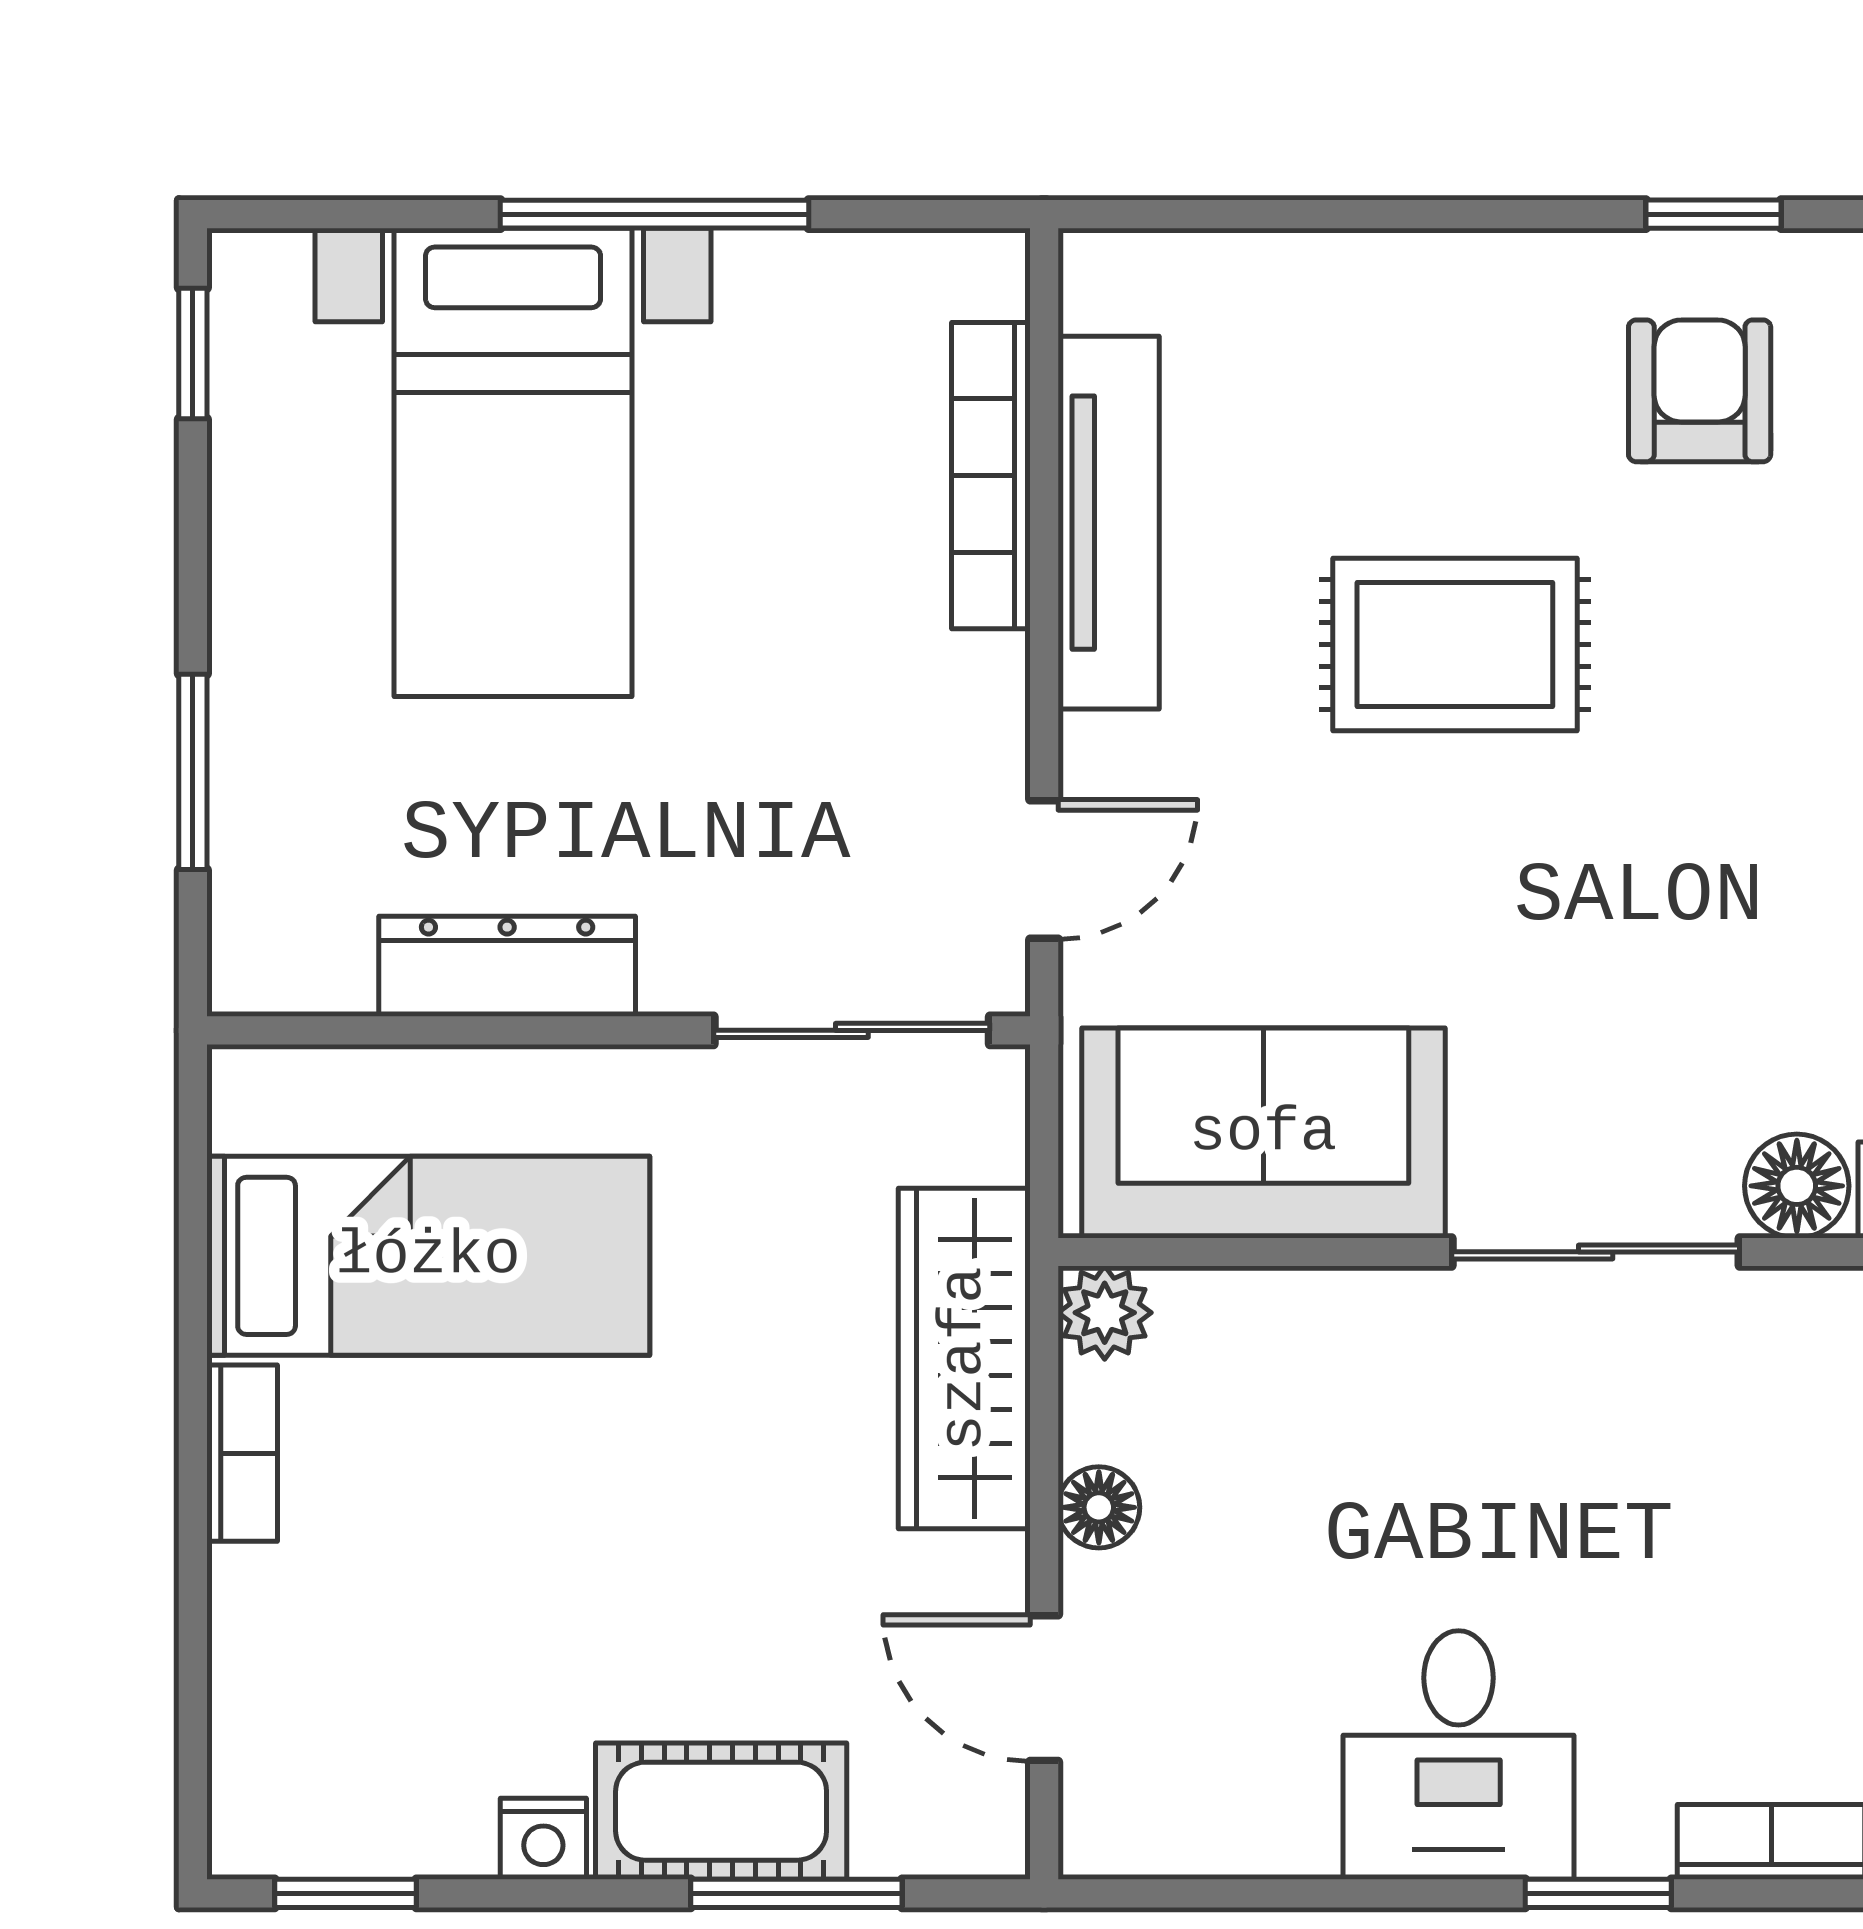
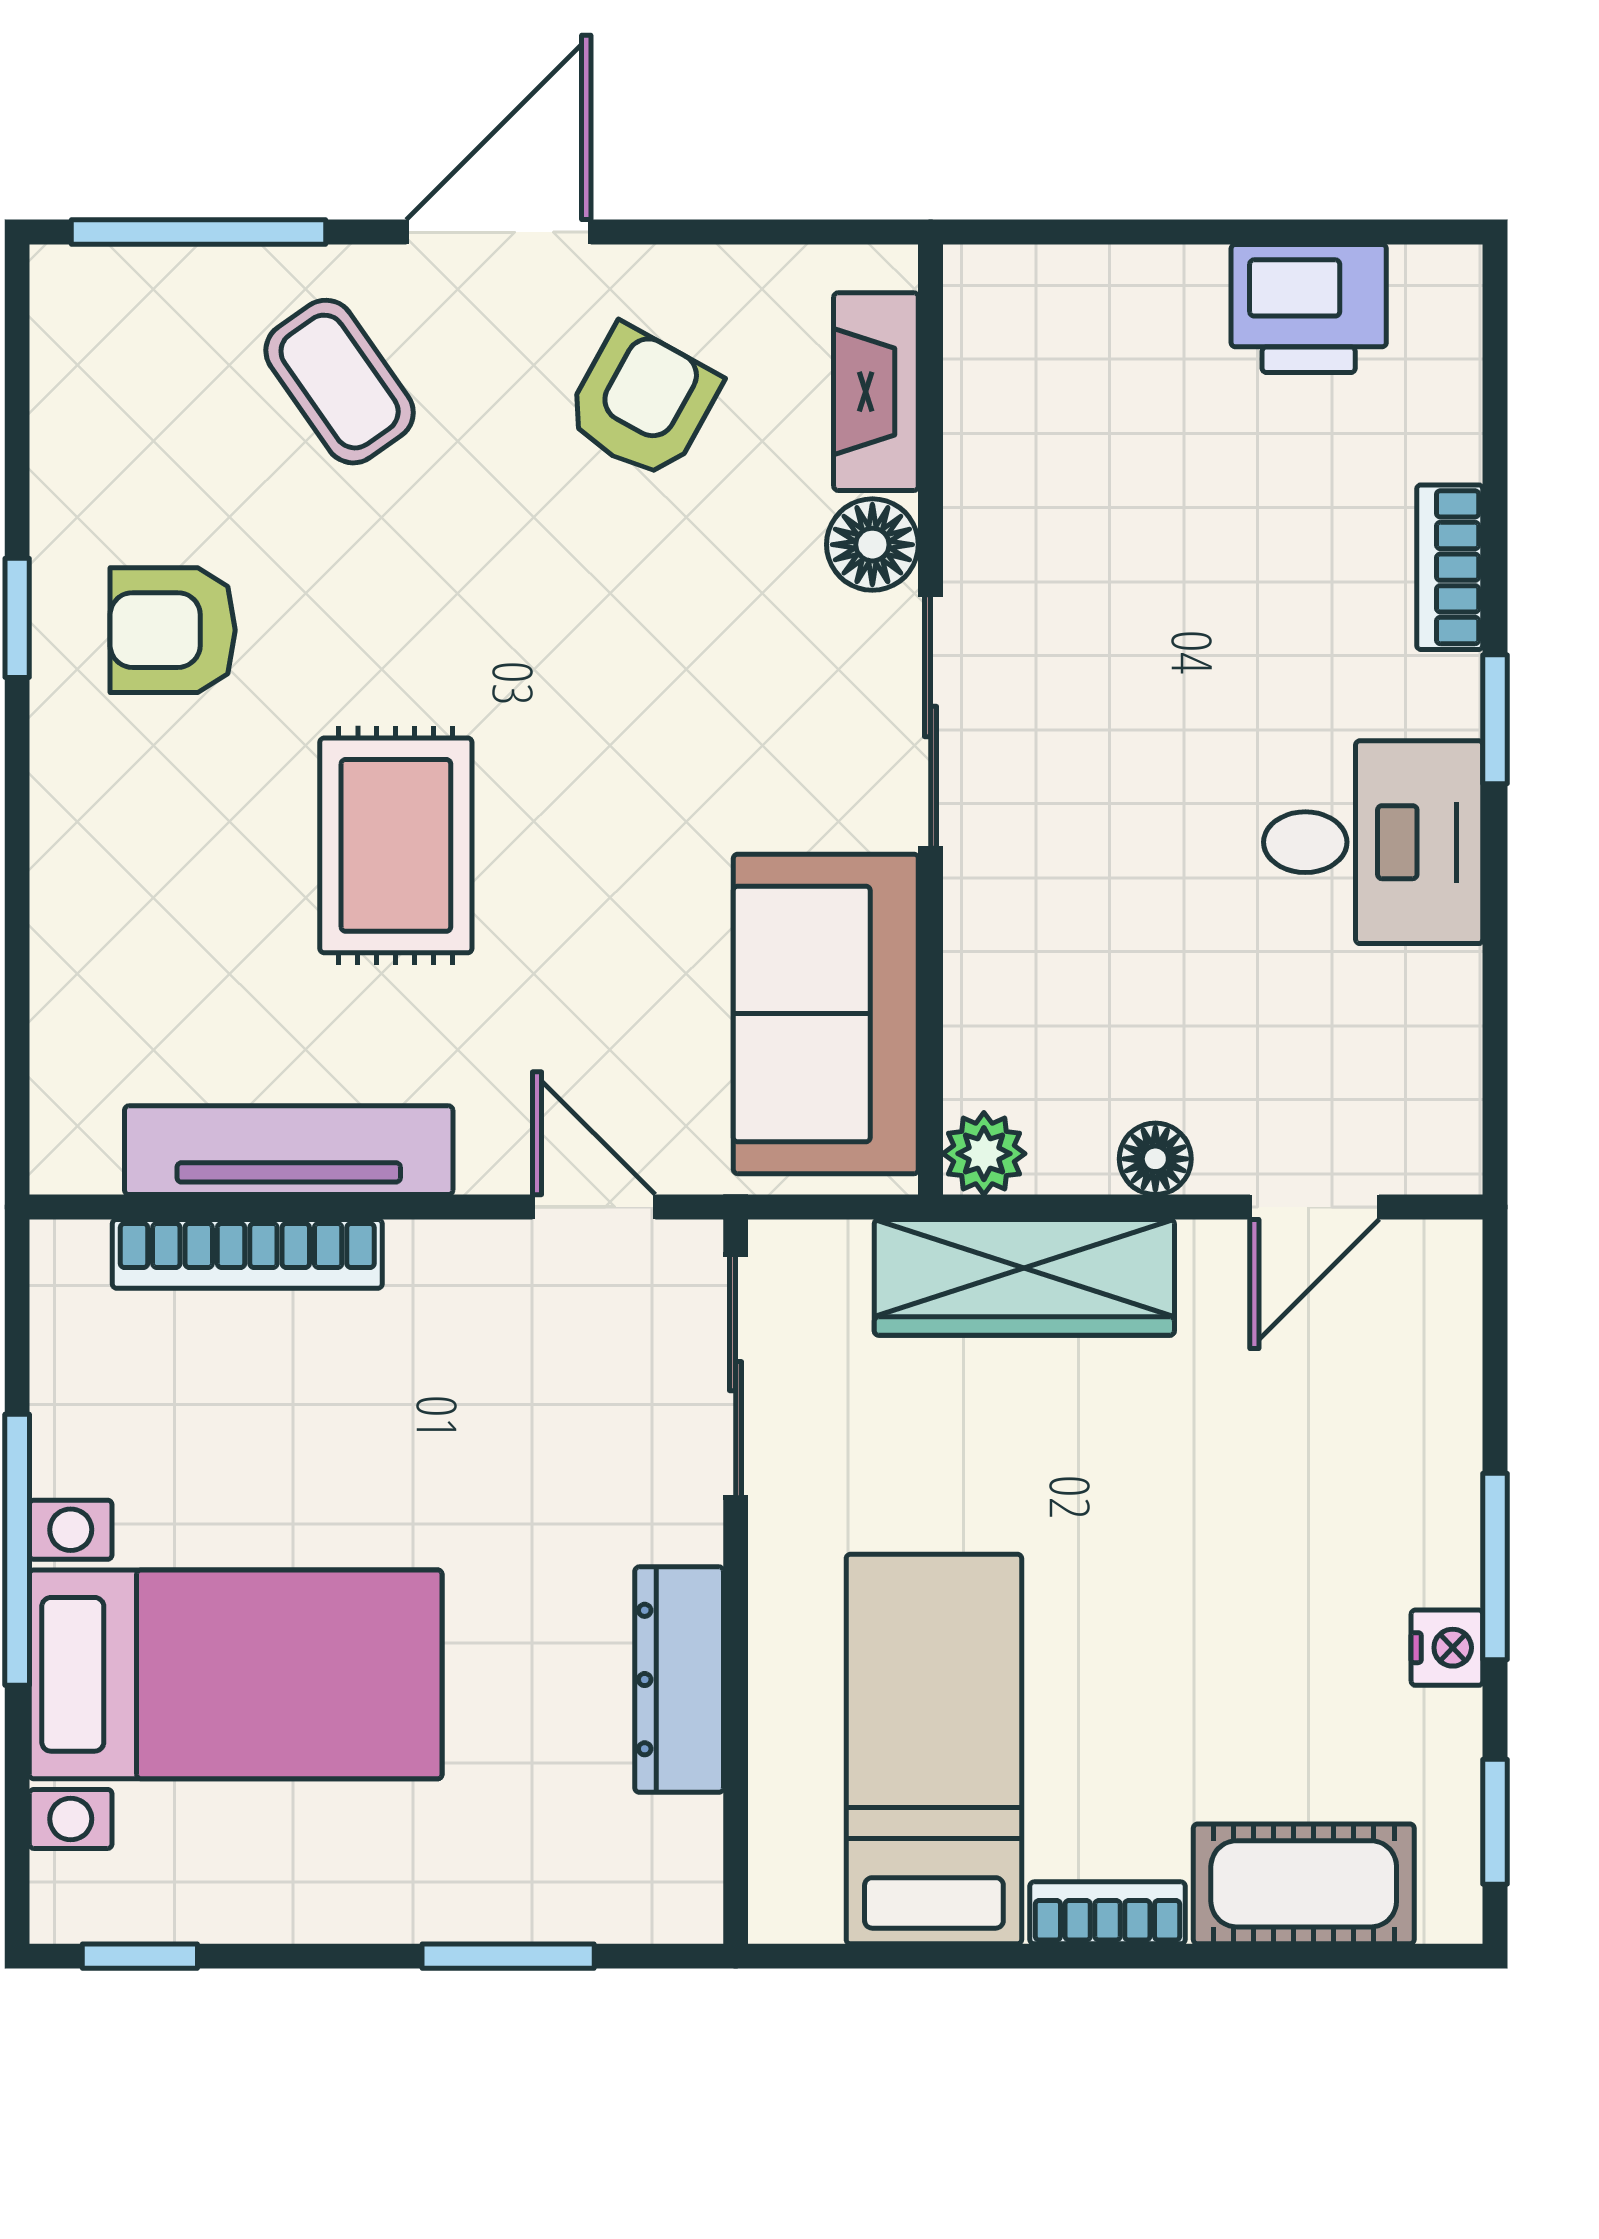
cot: (721, 1811) -> (1304, 1884), moved, turned 90
window: (796, 1893) -> (1495, 1567), moved

